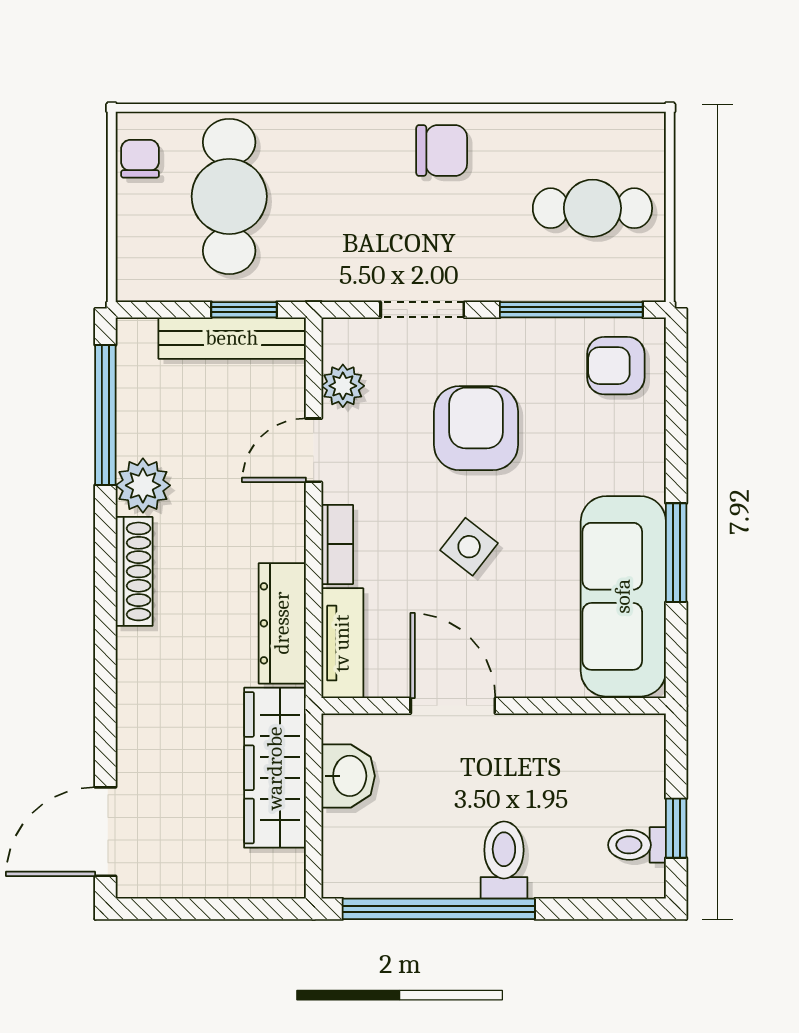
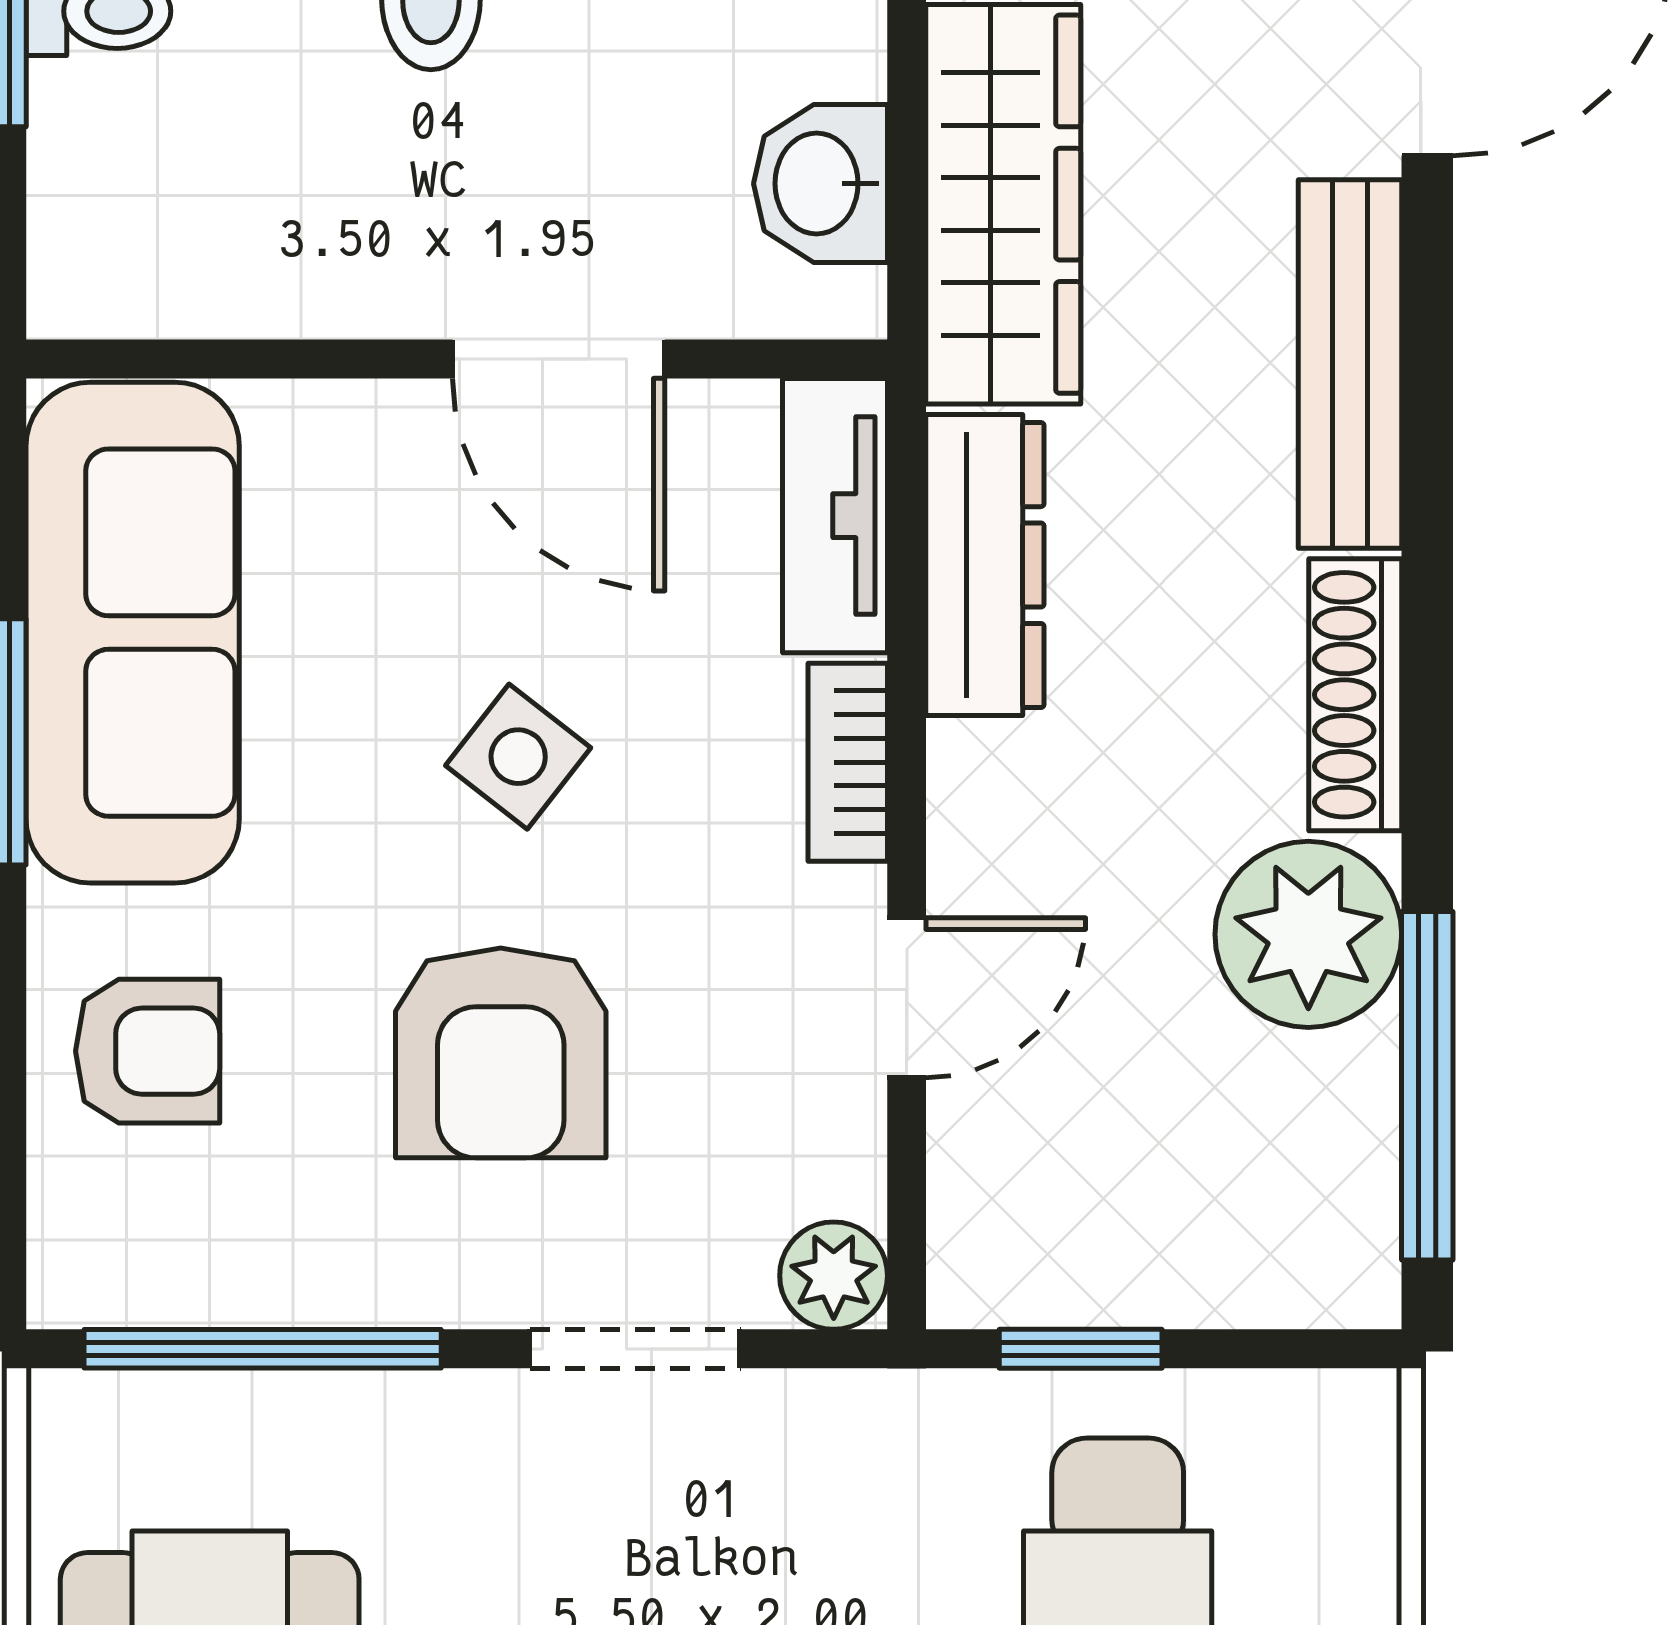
bench: (232, 338) -> (1350, 364), moved, turned 90
armchair: (616, 366) -> (148, 1051), moved
plant: (343, 386) -> (834, 1276), moved
plant: (143, 485) -> (1308, 934), width x1.36, depth x1.36

